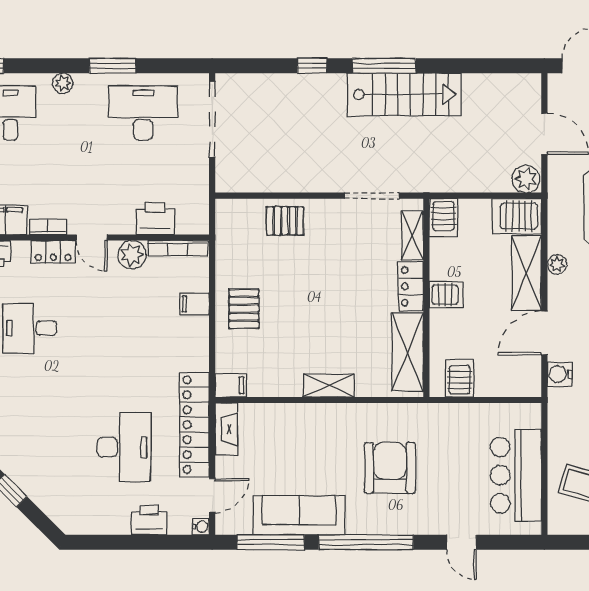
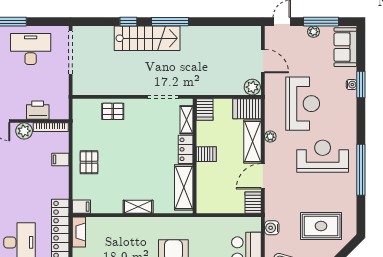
stairs: (404, 94) -> (147, 38), moved
water cooler: (560, 374) -> (272, 228), moved
server rack: (459, 378) -> (253, 203), moved

